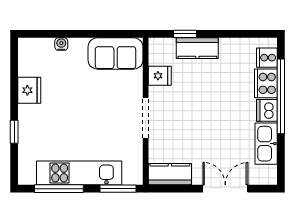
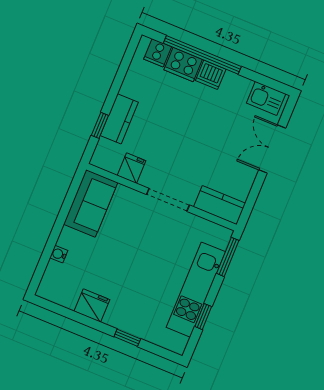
kitchen sink: (266, 144) -> (266, 98), moved, width x0.73
kitchen counter: (170, 174) -> (219, 205), moved, turned 90
window: (59, 189) -> (203, 317), width x0.46

